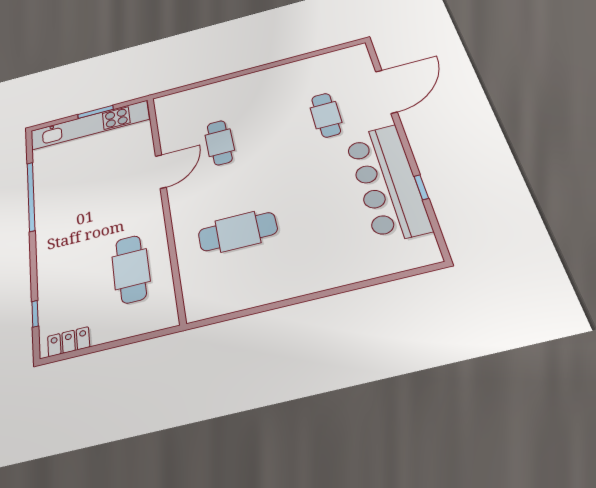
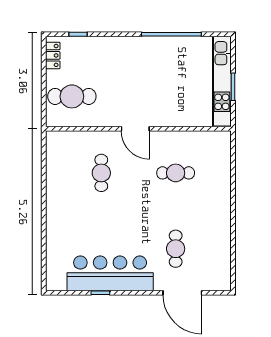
cafe table: (326, 115) -> (176, 249), turned 90
door: (161, 172) -> (135, 129), moved
cafe table: (238, 232) -> (101, 173), width x0.73, depth x0.74
cafe table: (131, 269) -> (72, 96), moved

